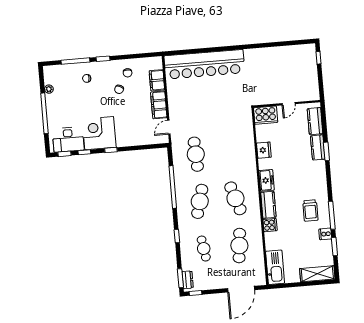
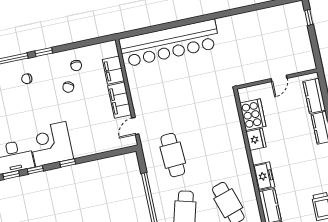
cooker: (266, 115) -> (253, 115), moved, turned -90

